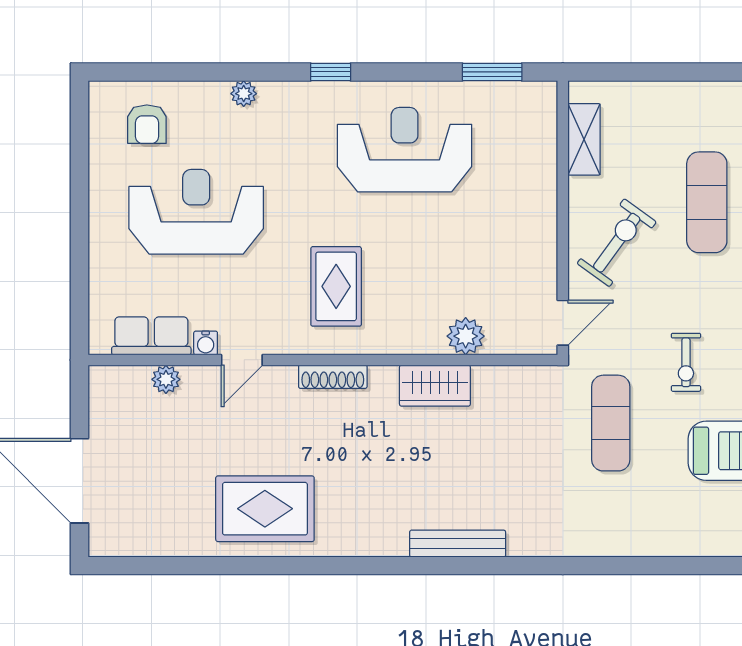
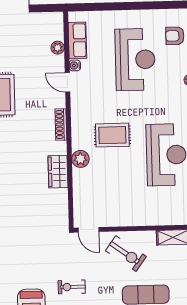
rug: (336, 286) -> (112, 135), moved
plant: (466, 336) -> (80, 159), moved
exercise mat: (611, 423) -> (43, 253), removed

